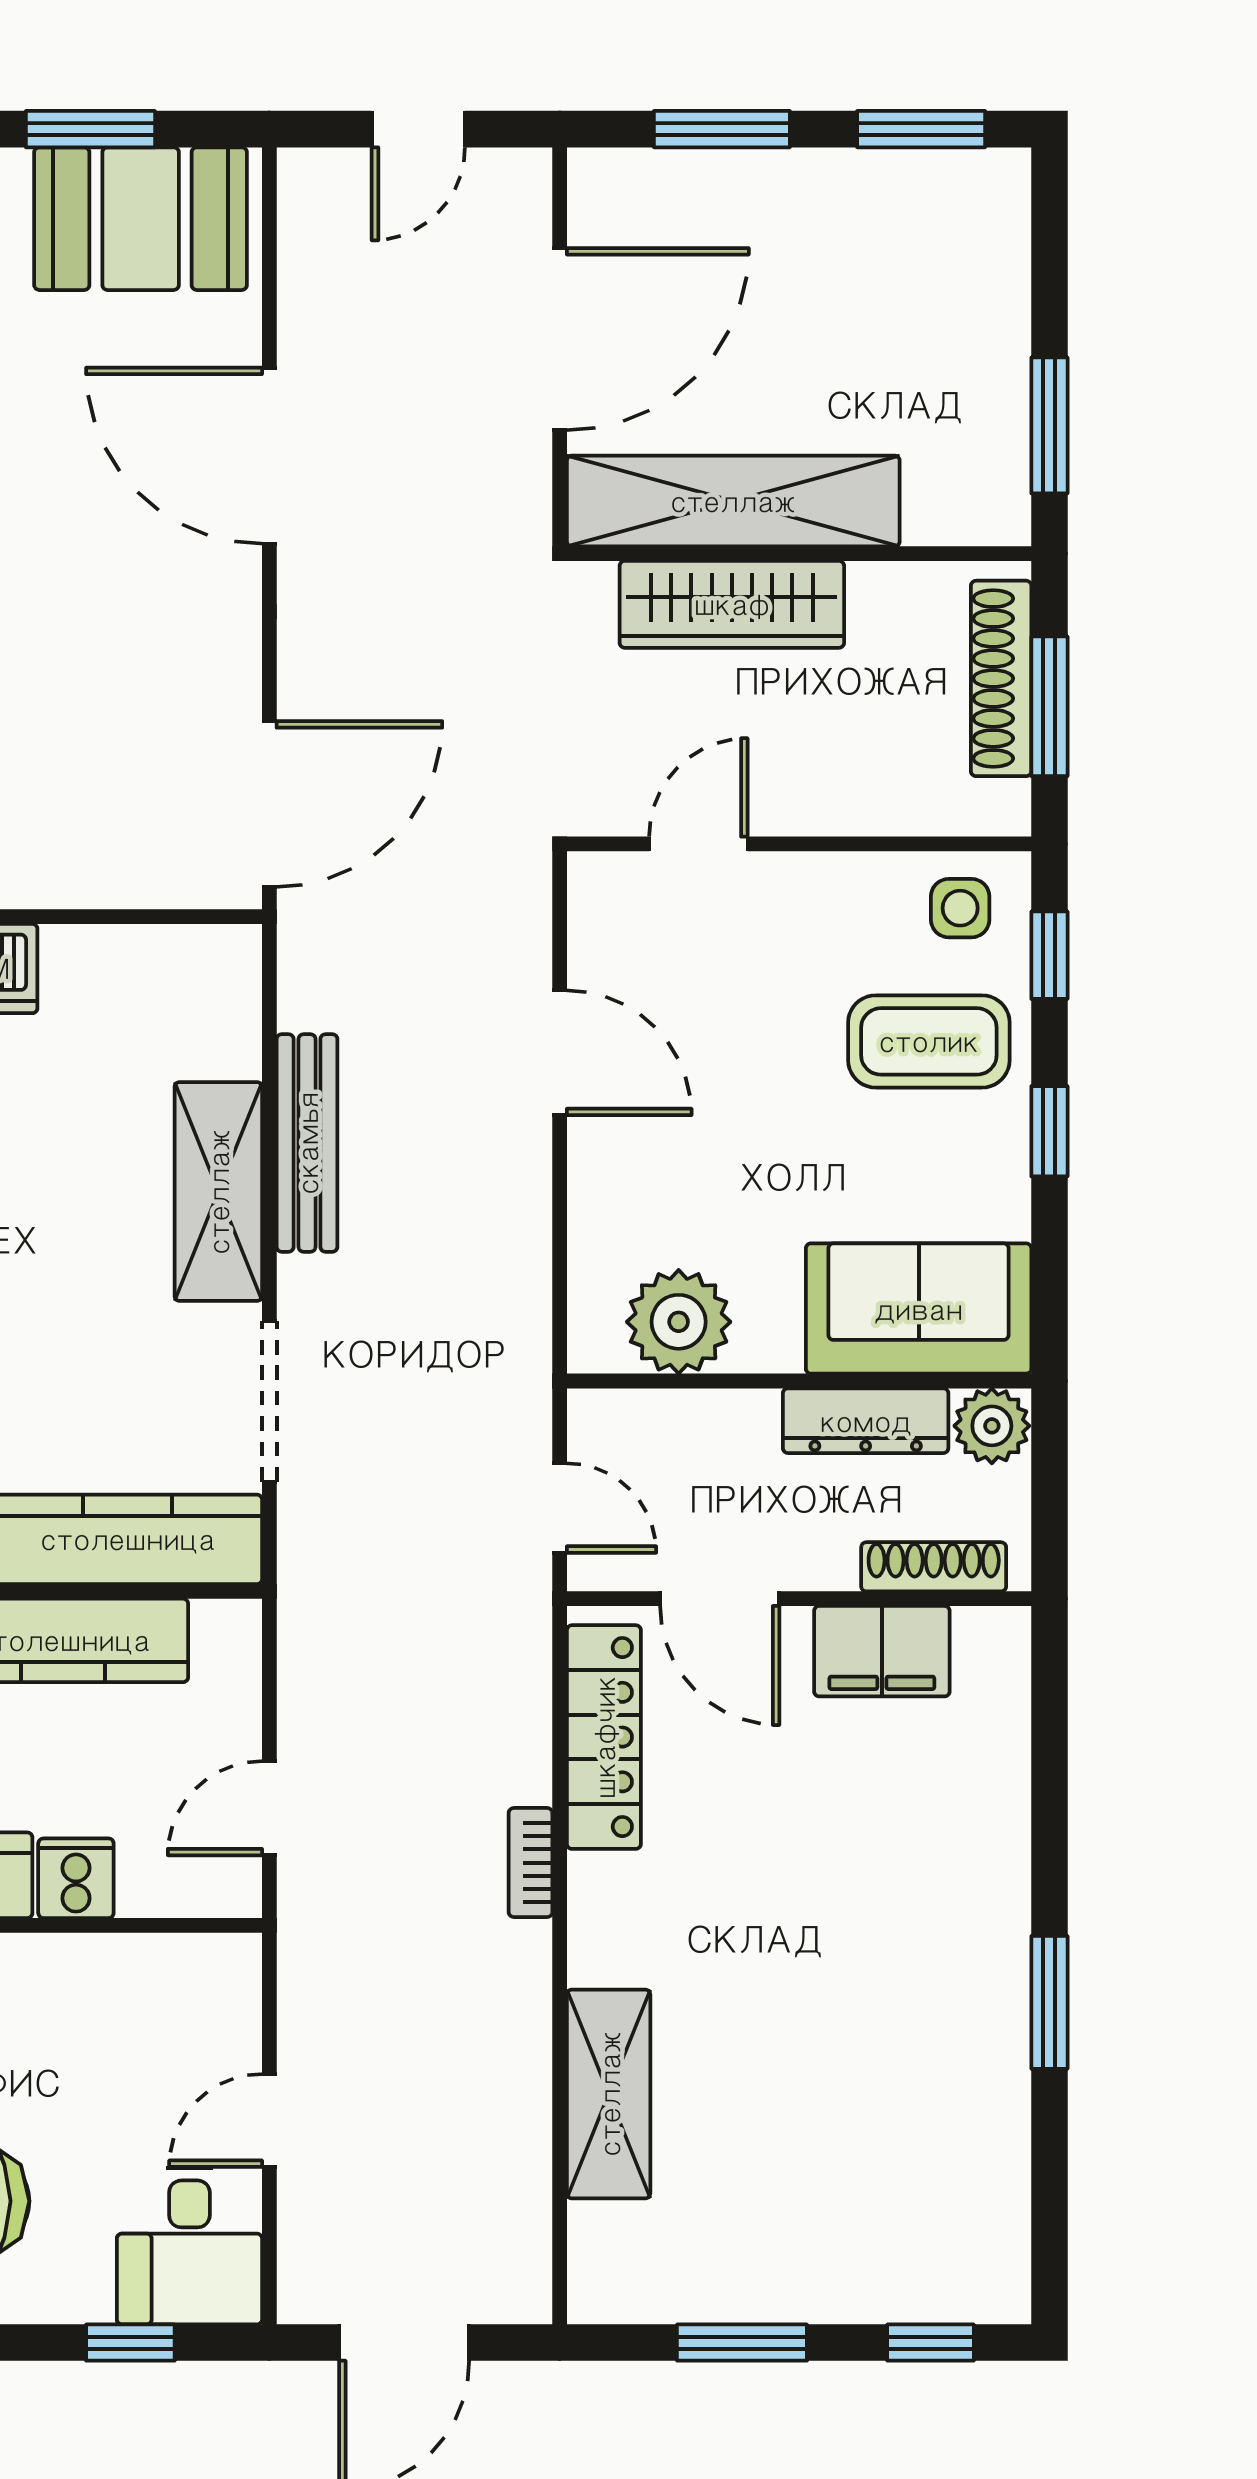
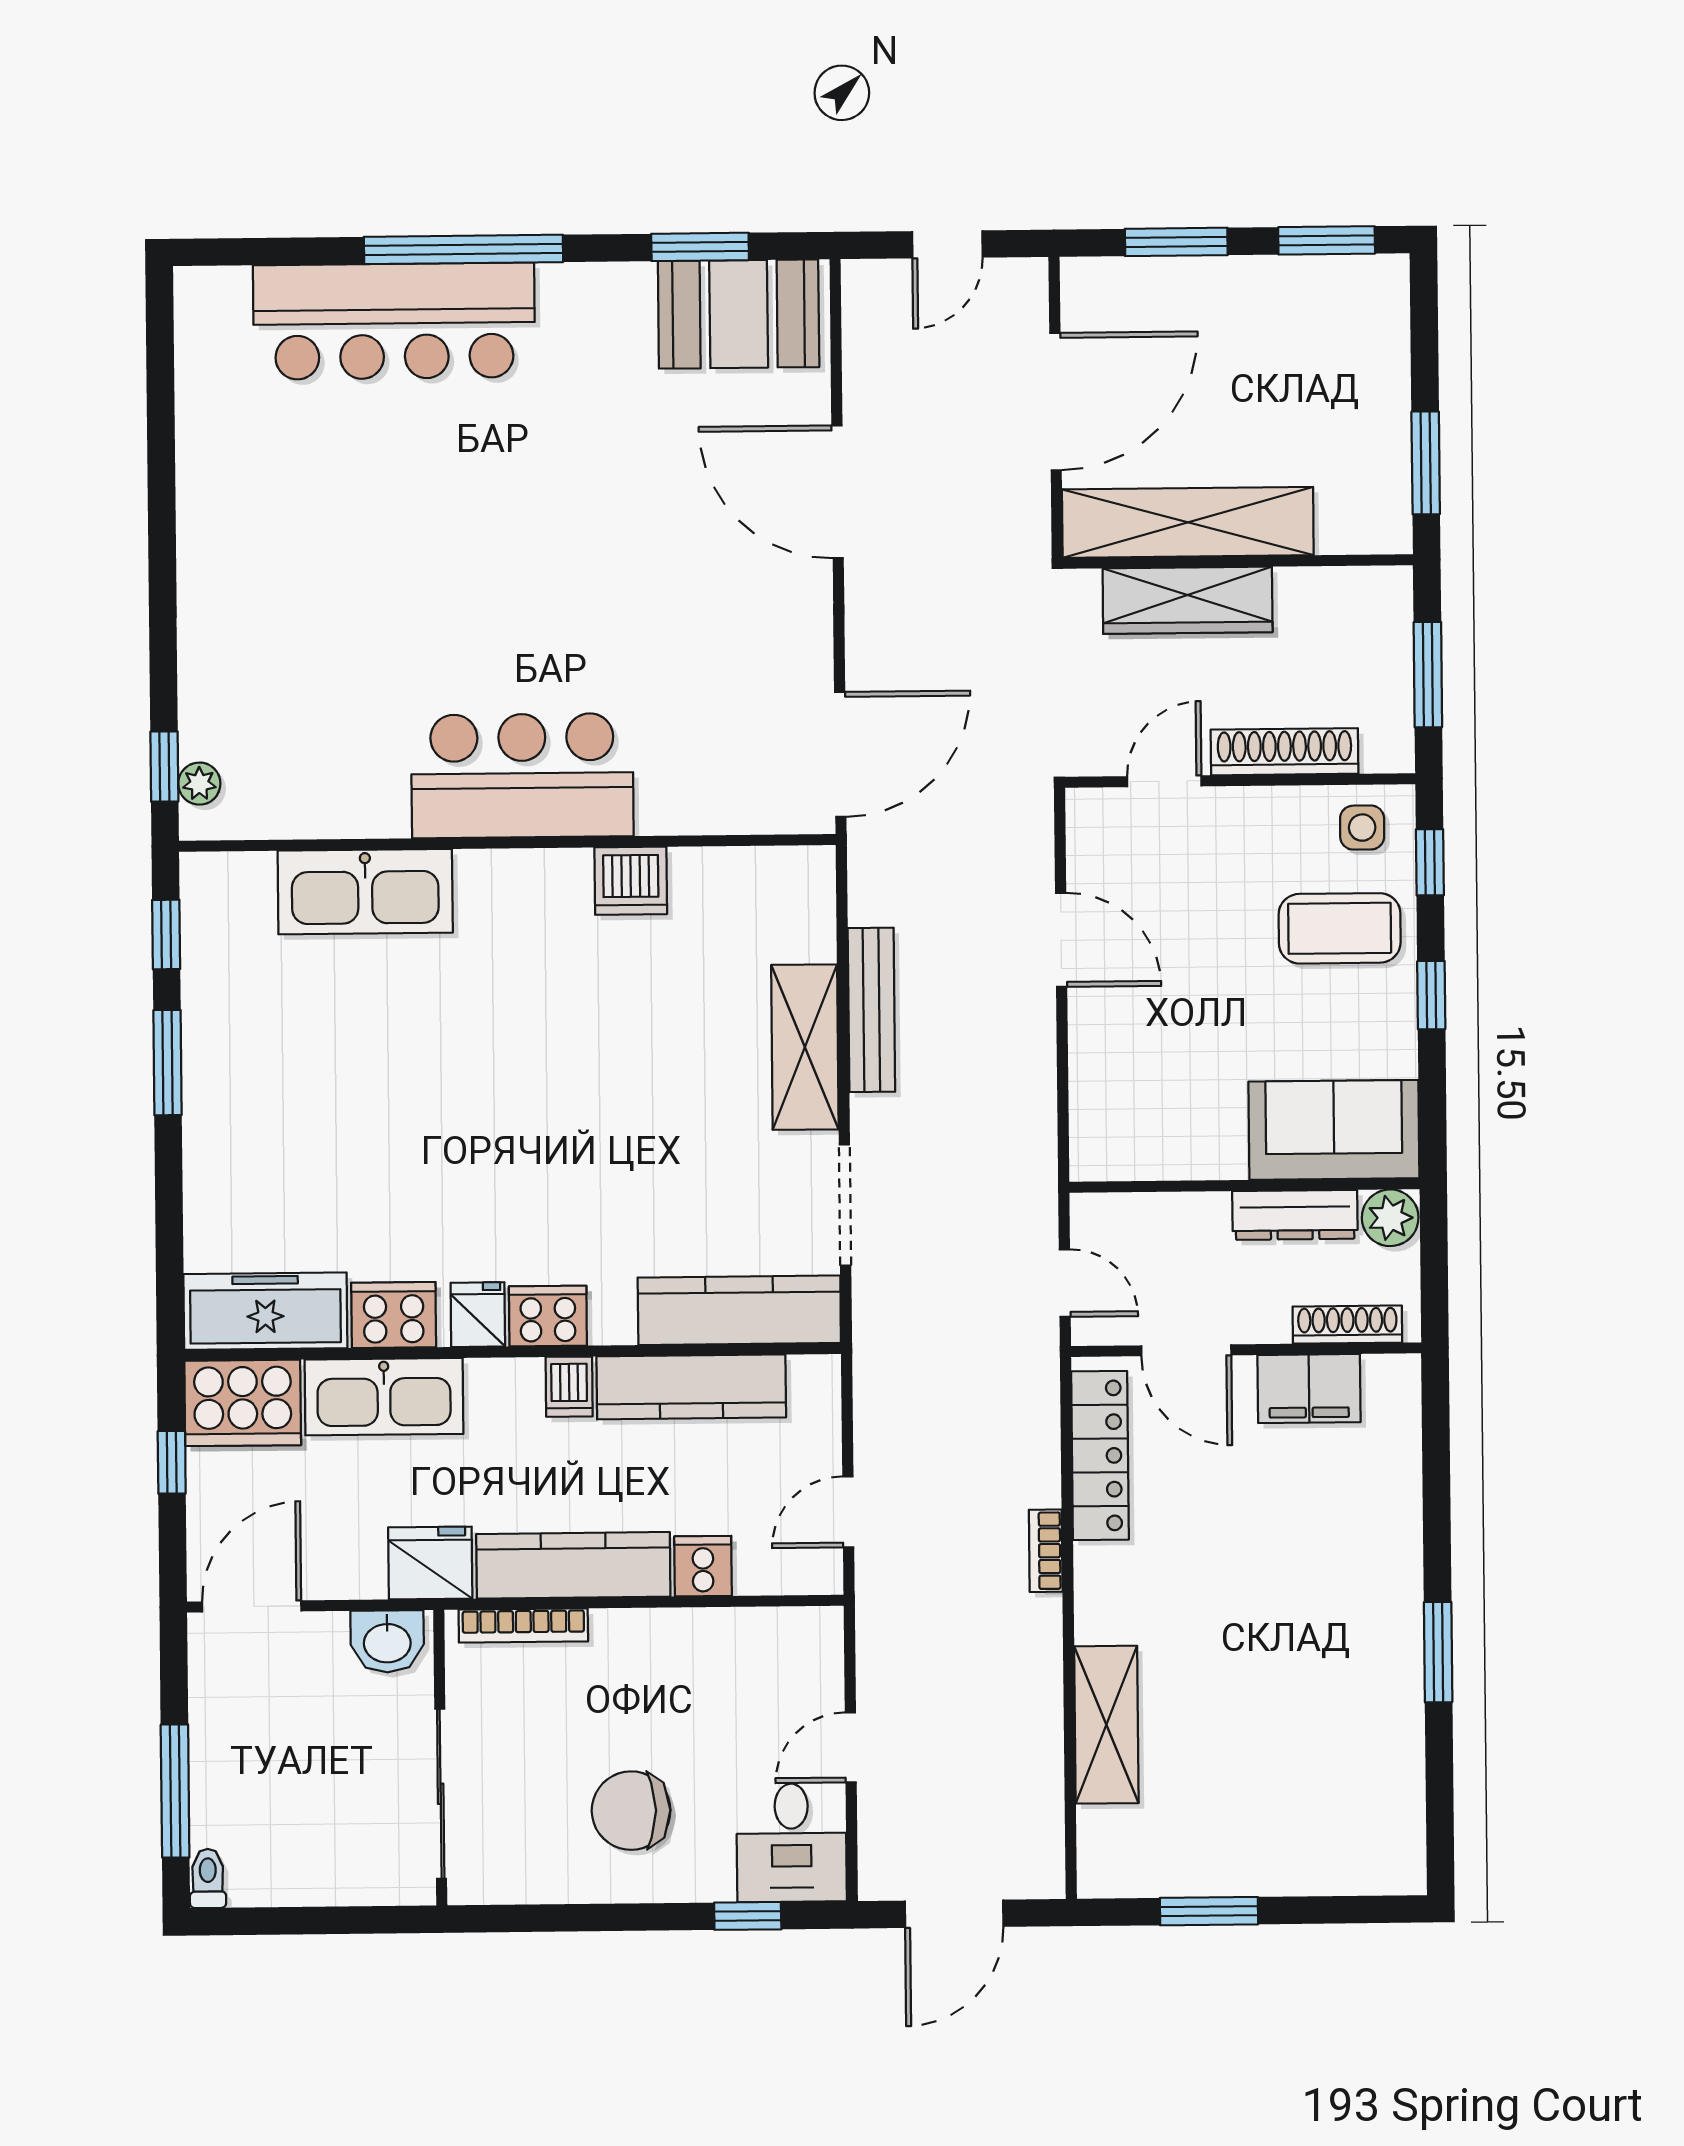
shoe rack: (1001, 678) -> (1284, 752), moved, turned 90
plant: (679, 1322) -> (1153, 1142), removed
window: (930, 2343) -> (1351, 1910), removed

